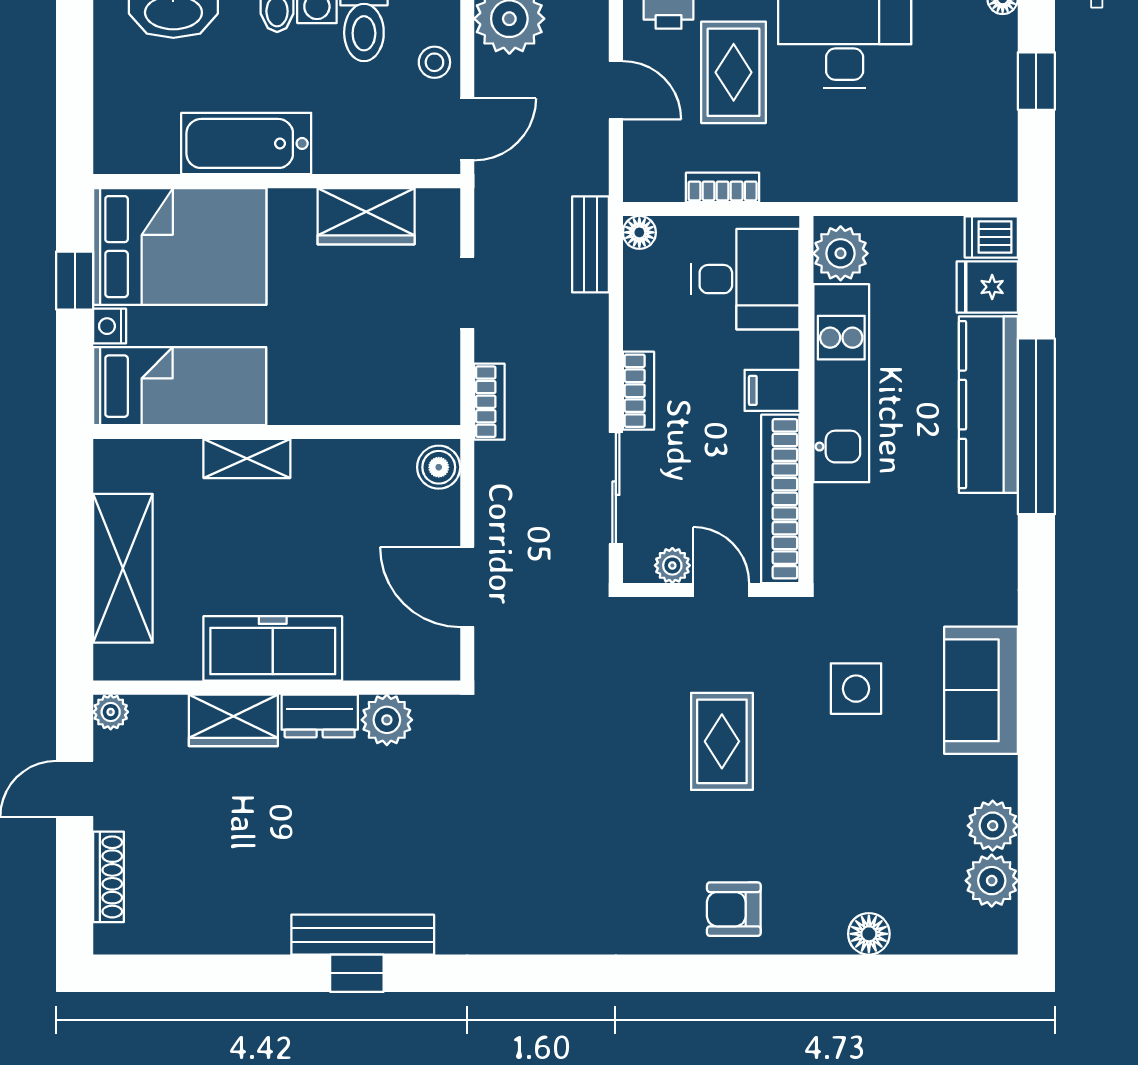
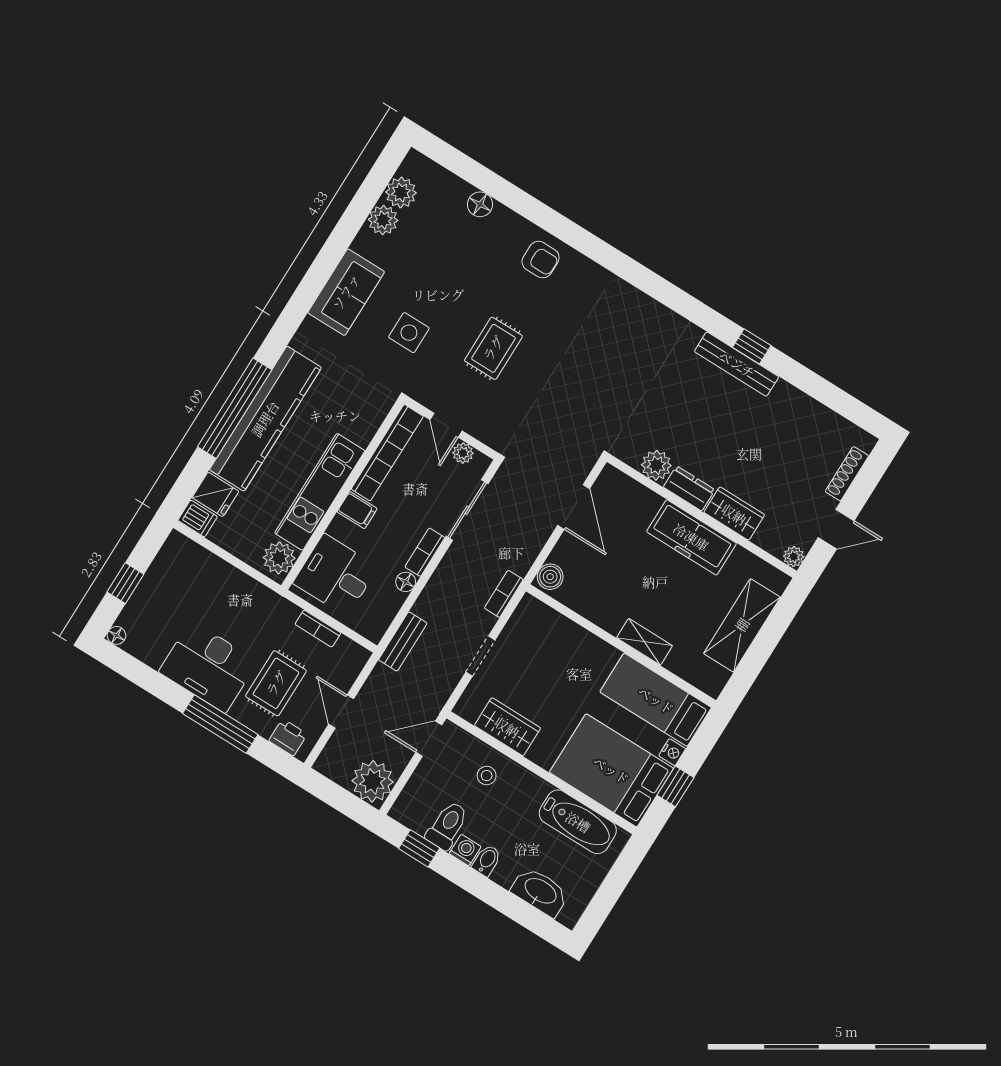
stool: (434, 62) -> (487, 776), moved
bathtub: (246, 143) -> (578, 822), moved
floor lamp: (639, 232) -> (406, 582), moved
kitchen counter: (988, 405) -> (265, 419), width x1.39, depth x1.17

